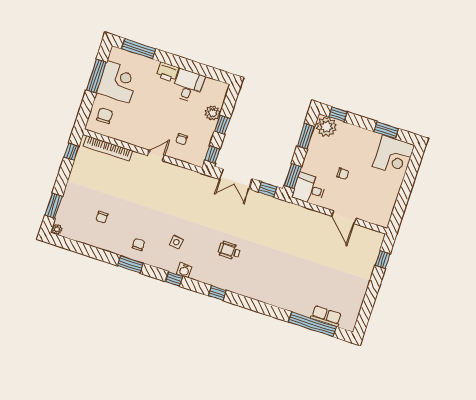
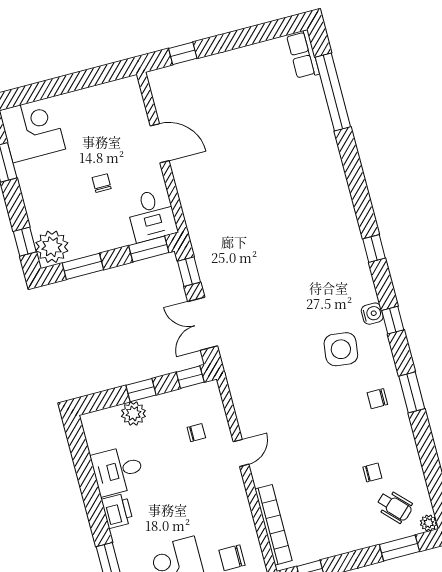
door: (156, 155) -> (241, 453), swing flipped
double door: (236, 179) -> (203, 324), swing flipped
door: (344, 217) -> (160, 143), hinge flipped
side table: (176, 242) -> (341, 349), width x1.87, depth x1.87
wheelchair: (229, 251) -> (394, 506), moved, turned -44
row of seats: (326, 316) -> (303, 55), moved

